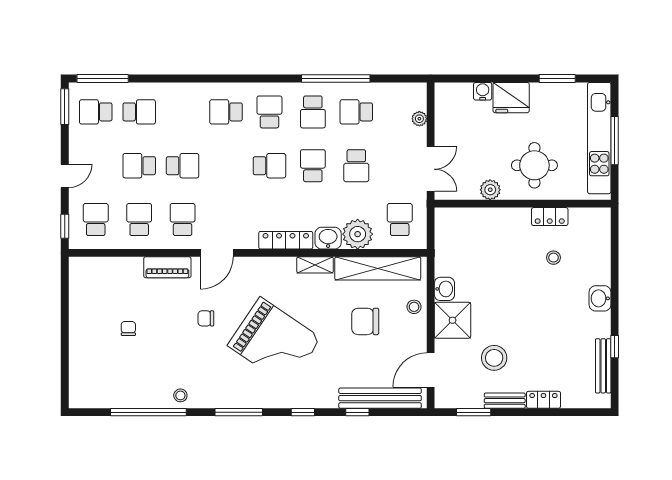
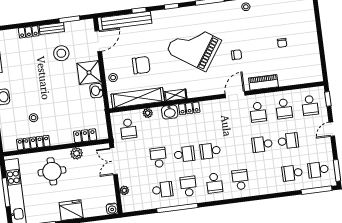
water cooler: (483, 91) -> (112, 209), moved
school desk: (96, 112) -> (318, 170), turned 180
school desk: (226, 112) -> (240, 180), turned -90
school desk: (313, 166) -> (184, 154), turned -90
locker: (472, 217) -> (85, 136), added
locker: (550, 217) -> (33, 143), width x1.53
plant: (358, 234) -> (148, 113), width x0.53, depth x0.53
locker: (286, 240) -> (189, 108), width x0.66

